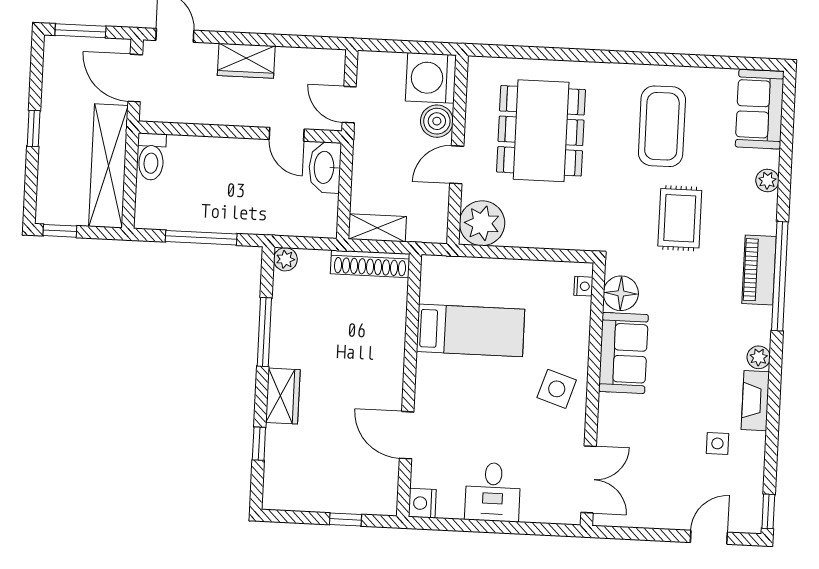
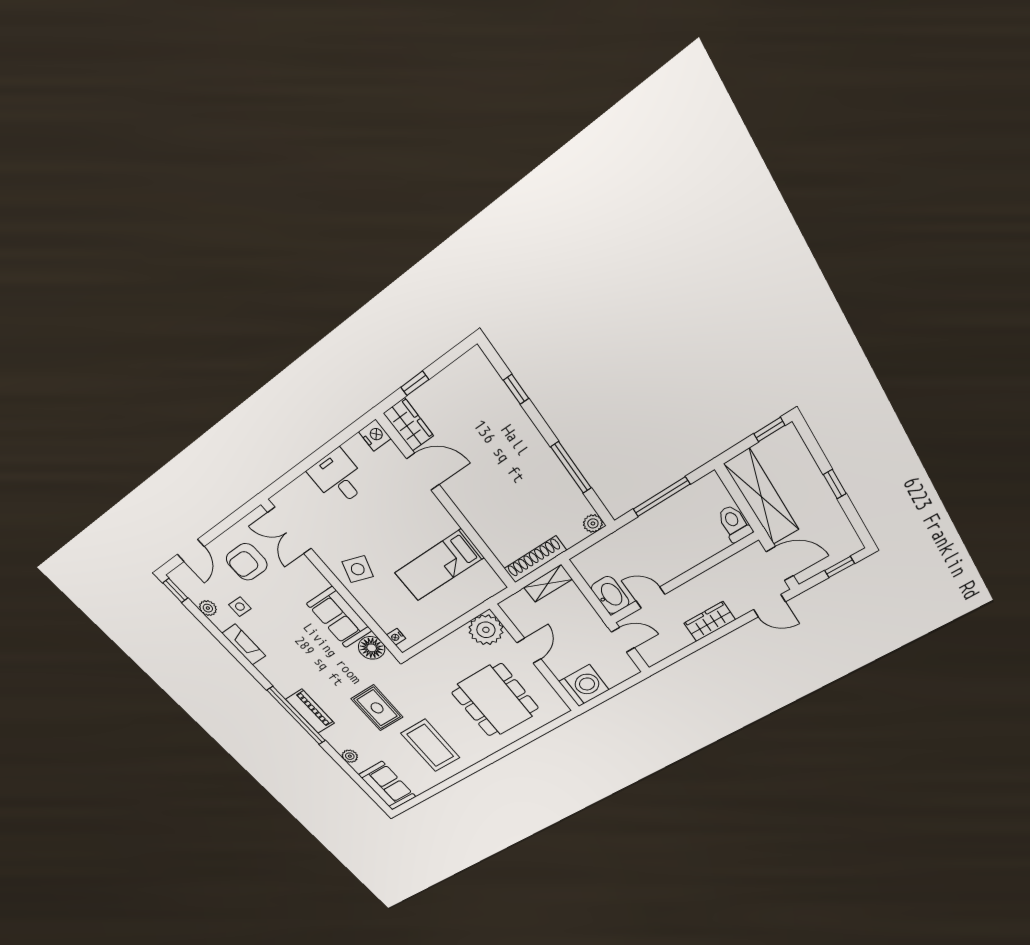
window: (80, 31) -> (840, 567), width x0.67
boiler: (437, 121) -> (561, 666), removed
plant: (759, 357) -> (208, 608), moved
wardrobe: (283, 396) -> (409, 425), moved, turned 180
armchair: (663, 482) -> (247, 562), added

